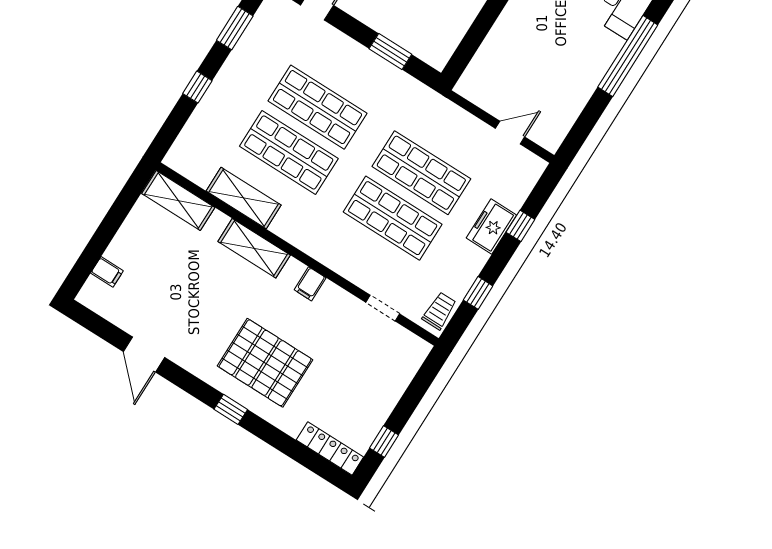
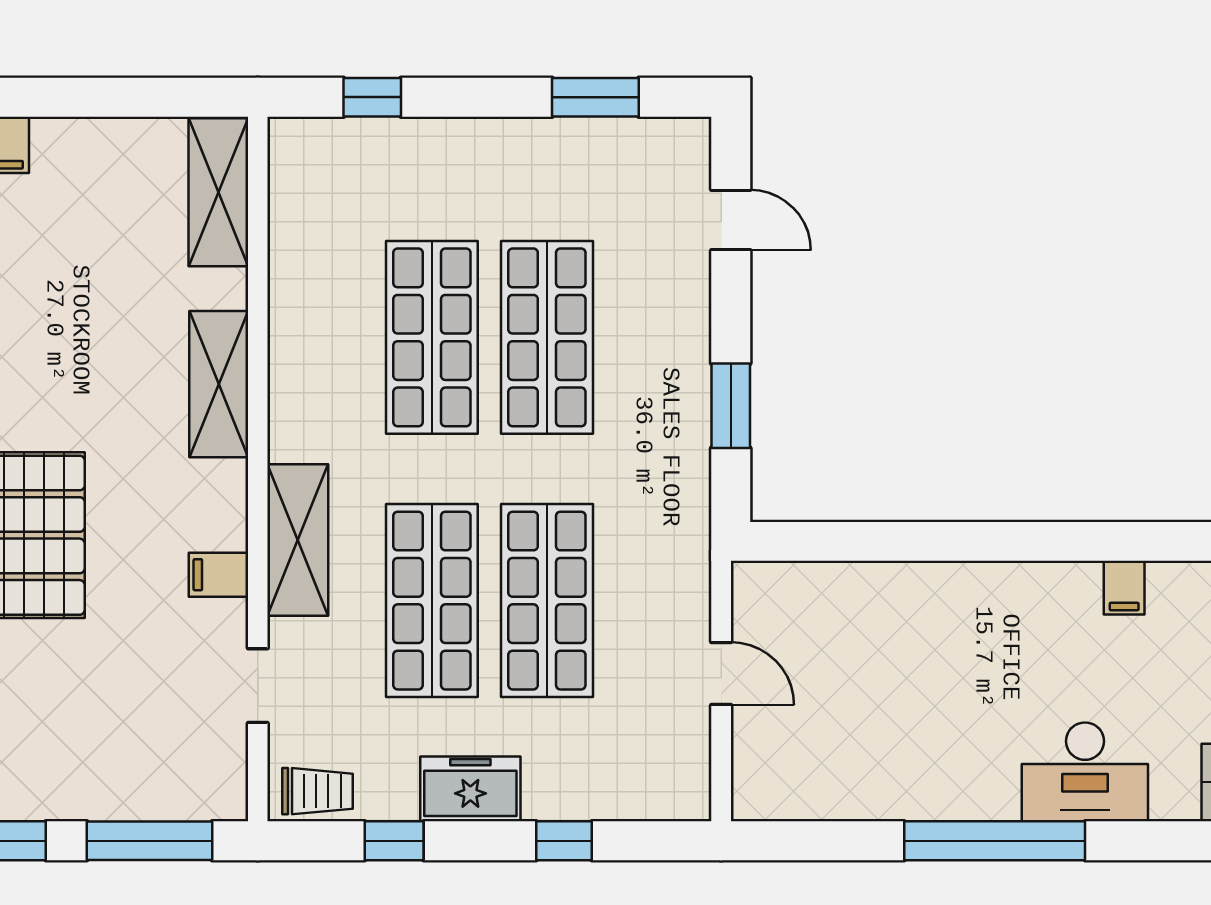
window: (197, 87) -> (372, 97), moved
door: (510, 133) -> (721, 674), moved
shelving: (244, 198) -> (298, 540), moved
freezer: (491, 227) -> (470, 789), moved
filing cabinet: (310, 284) -> (218, 575), moved
window: (417, 389) -> (149, 841), added

